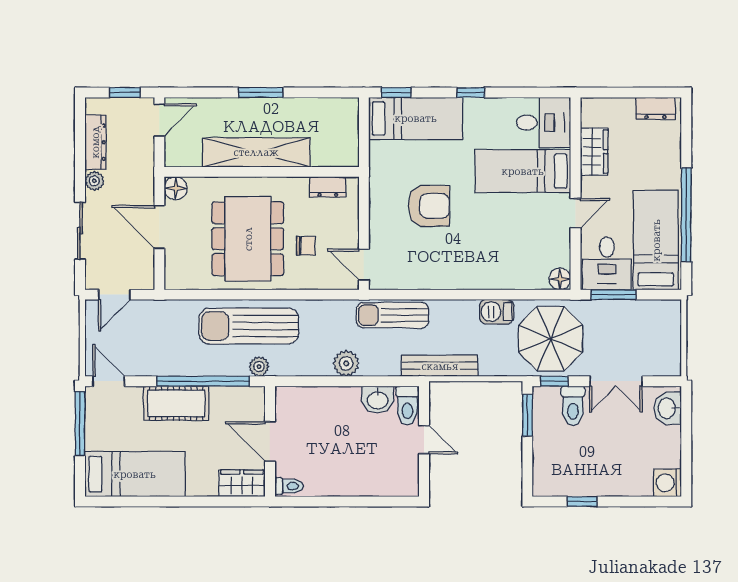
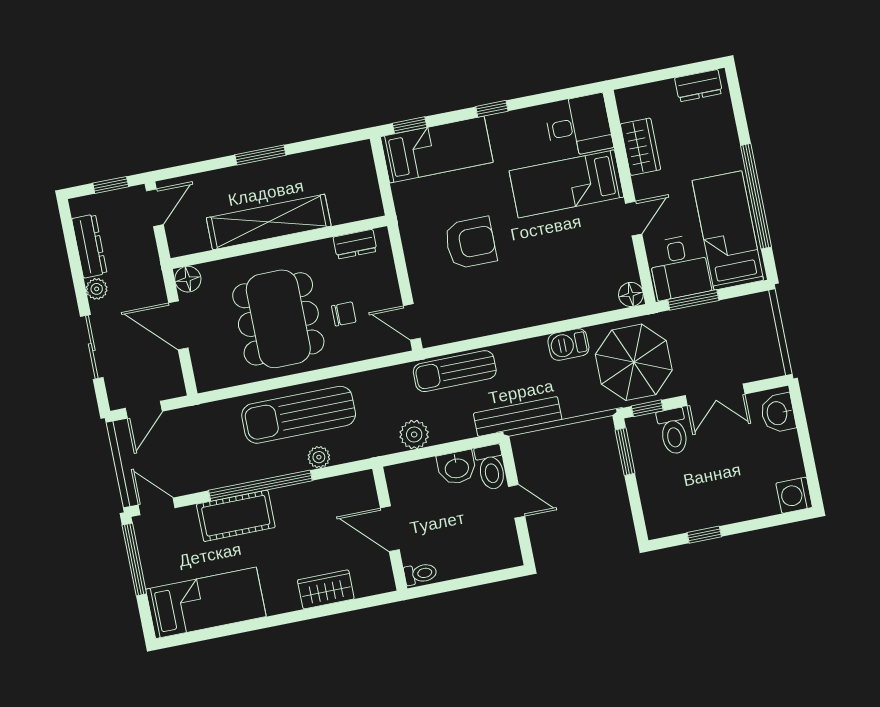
wall: (270, 441) -> (390, 529), moved
door: (270, 442) -> (390, 529), moved
toilet: (289, 486) -> (420, 574), moved

